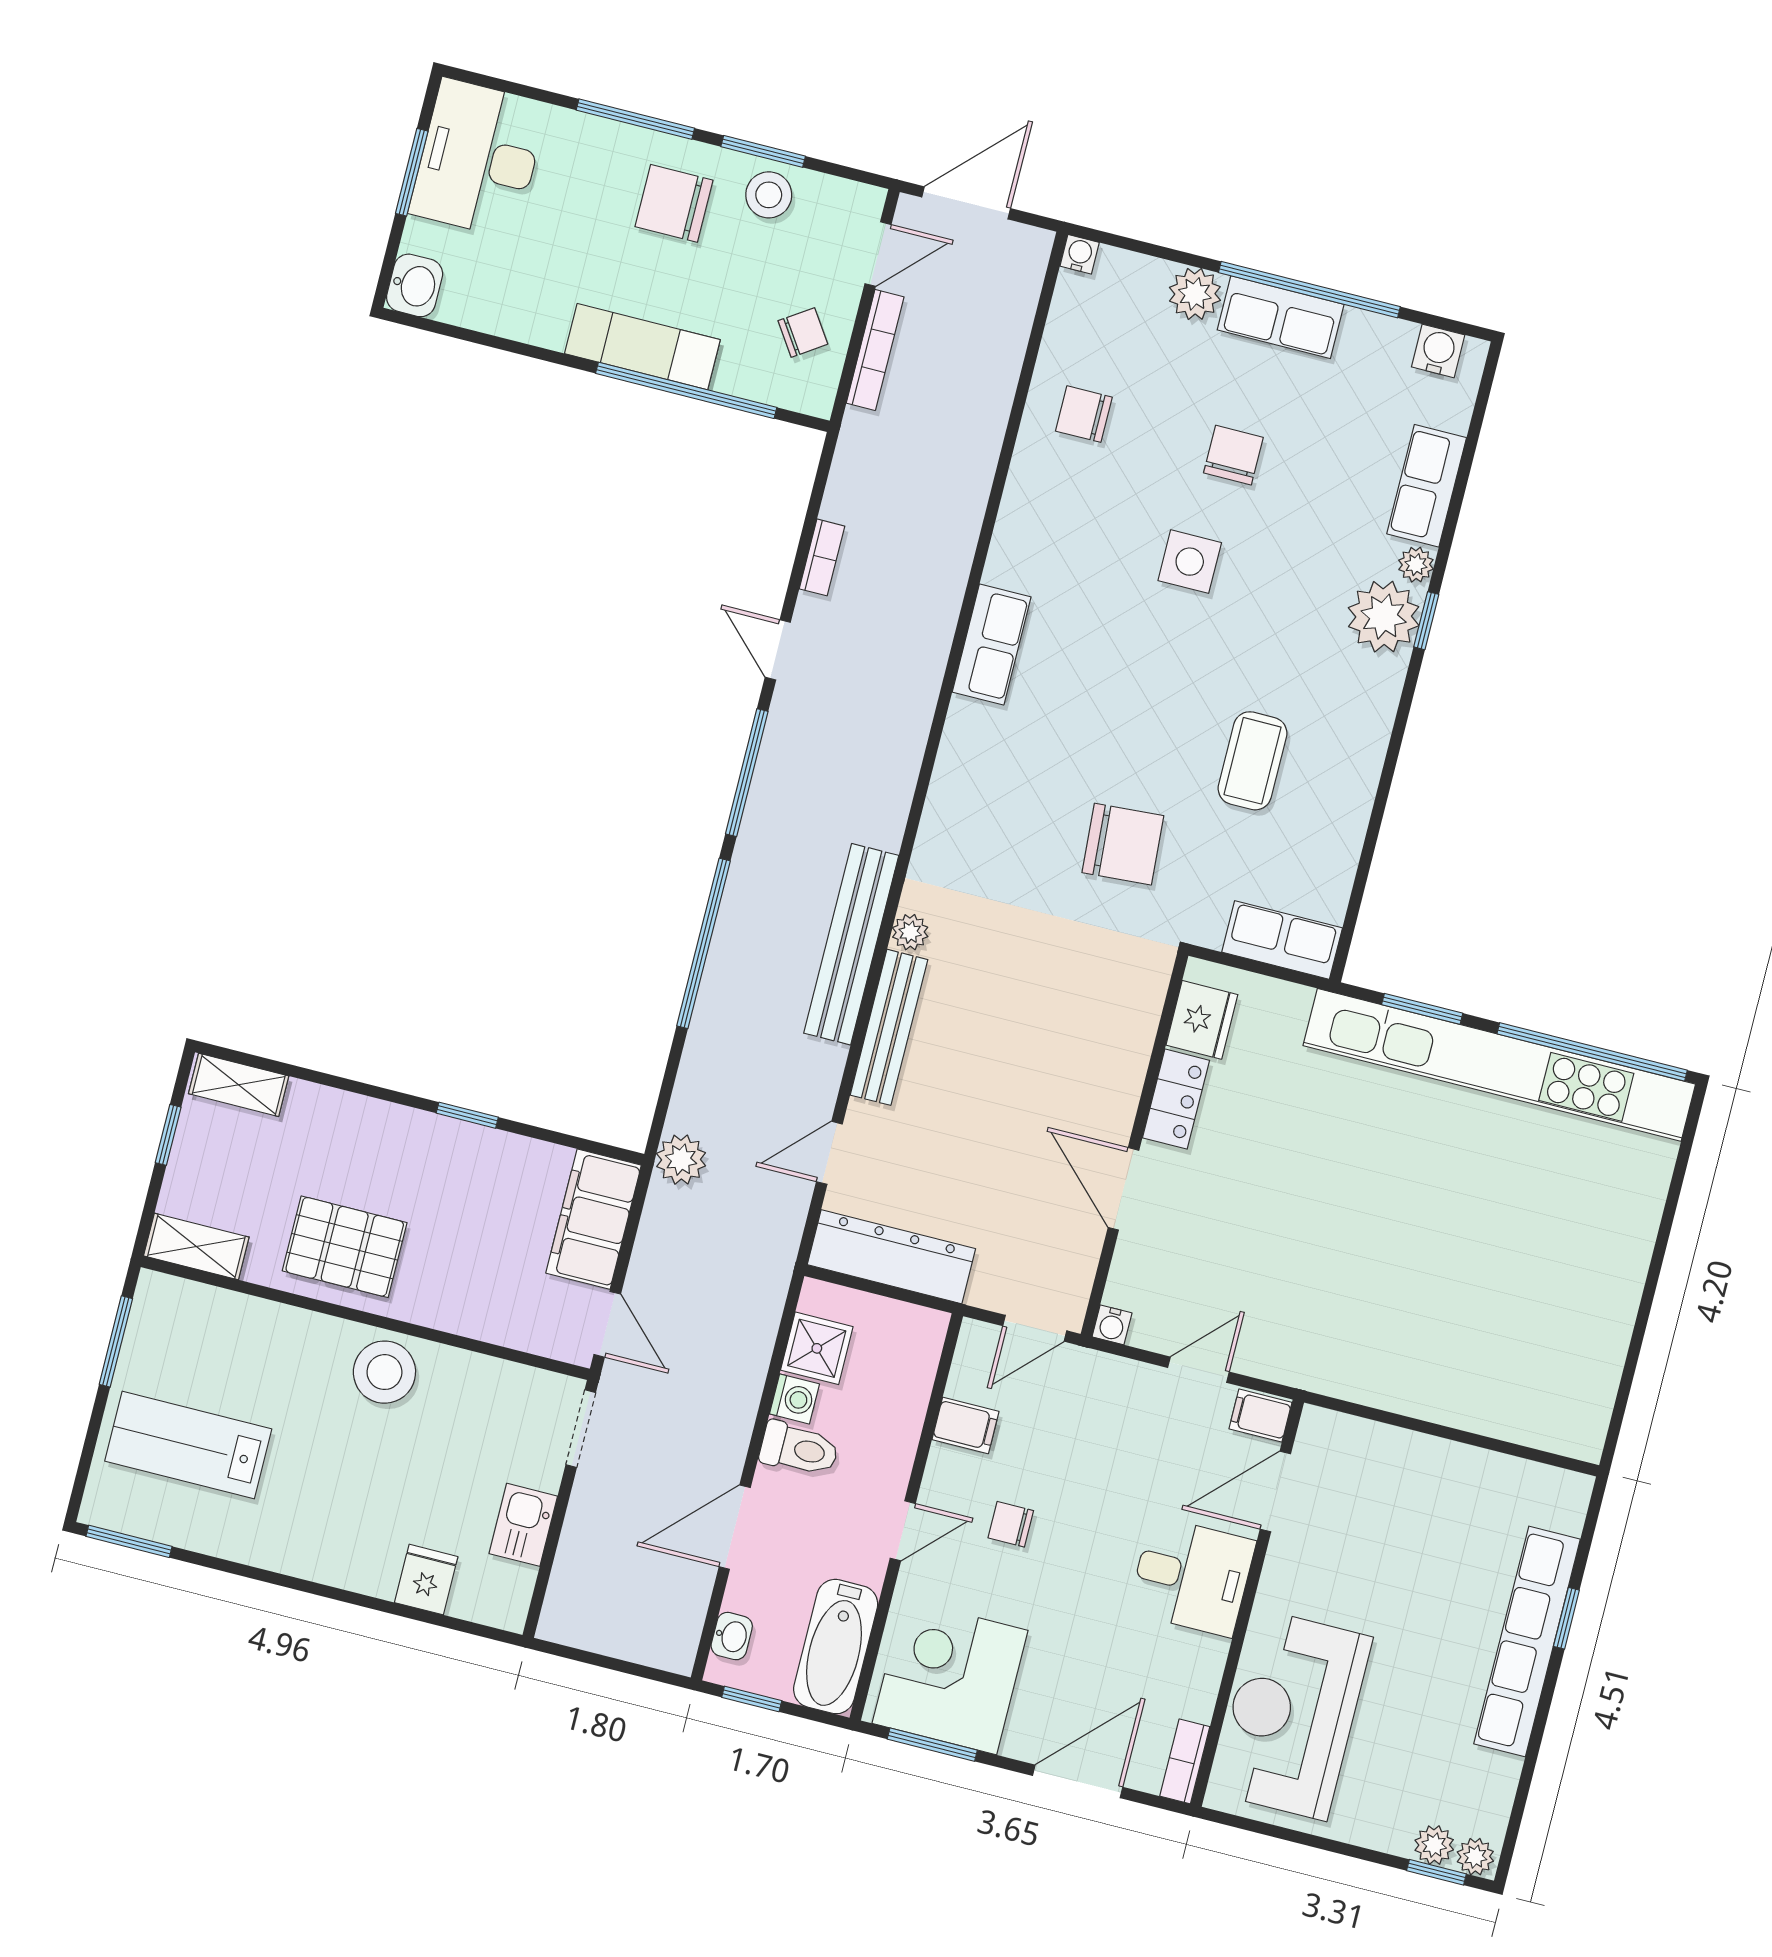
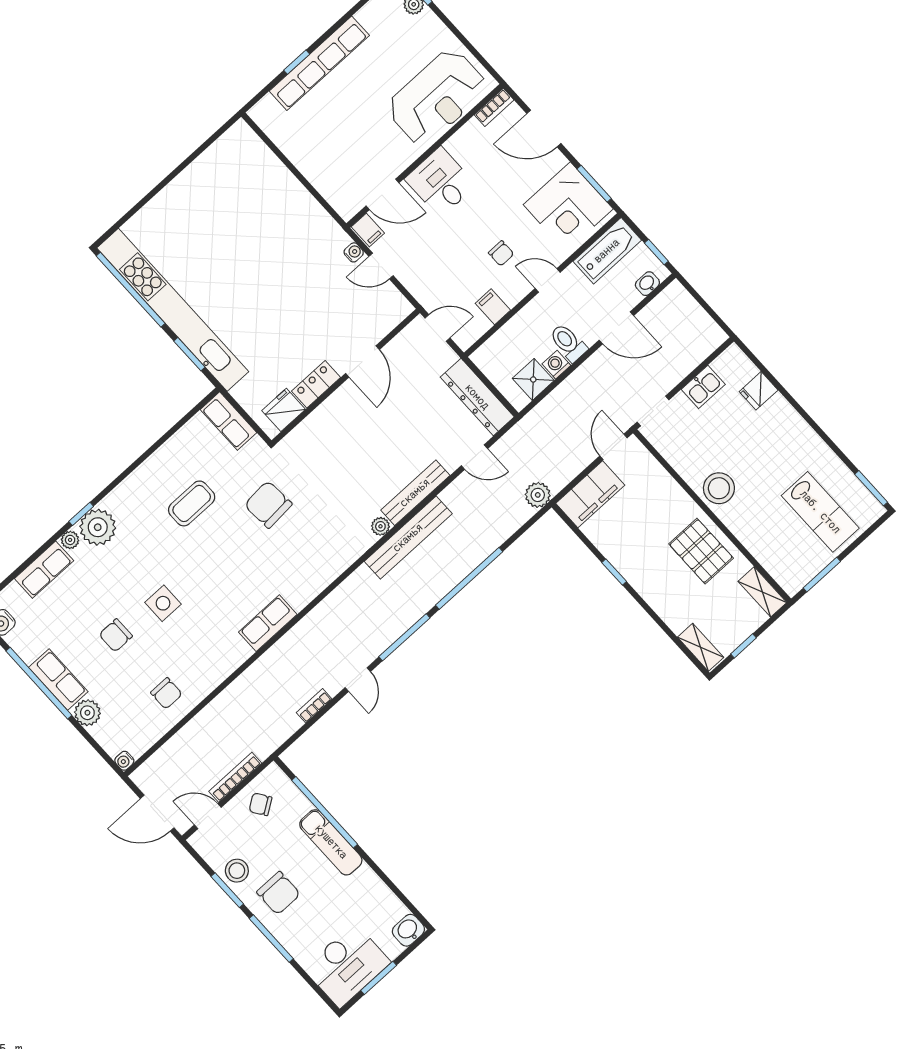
water cooler: (1112, 1325) -> (354, 252), moved

